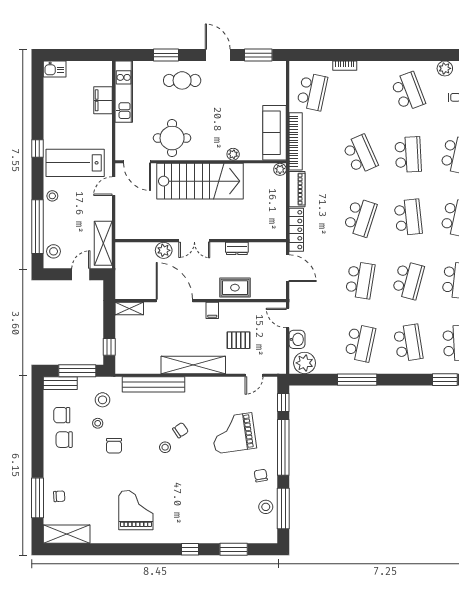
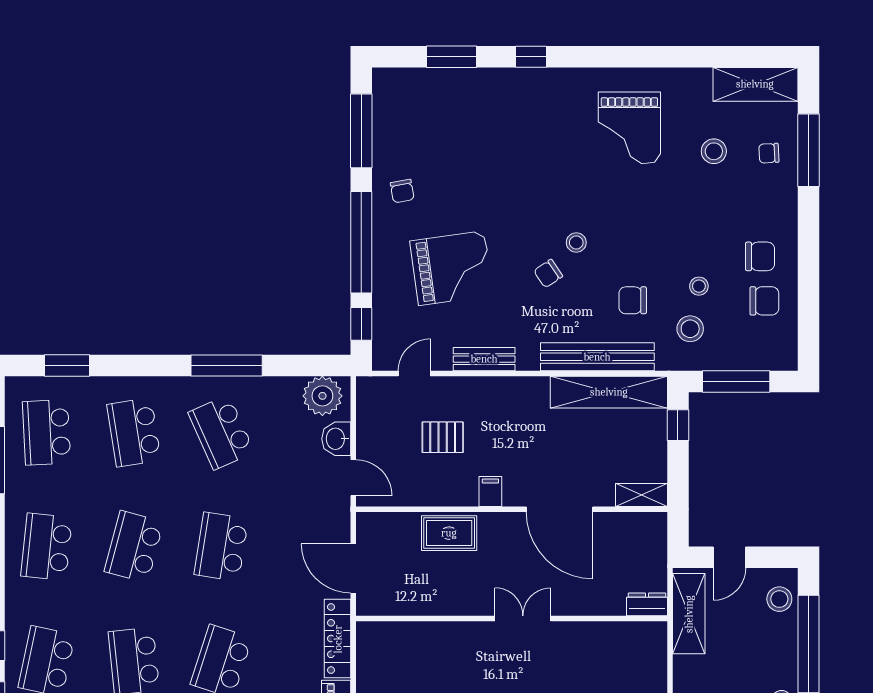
dresser: (237, 248) -> (647, 604), moved
plant: (164, 250) -> (579, 601), removed
school desk: (360, 343) -> (221, 432), turned -36
shelving: (193, 365) -> (609, 392), moved
bench: (60, 383) -> (484, 359), moved
chair: (114, 446) -> (633, 300), moved, turned -90
stool: (266, 507) -> (714, 151), moved

